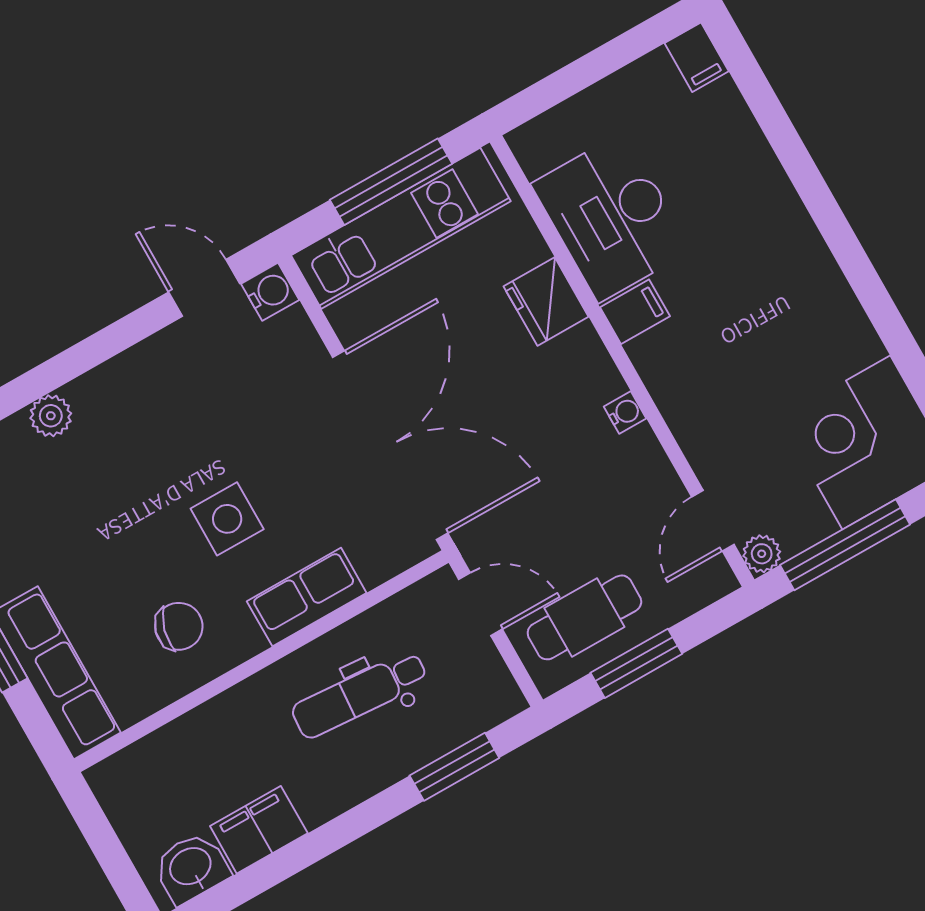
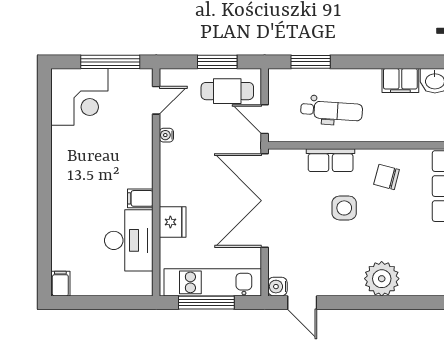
water cooler: (625, 412) -> (166, 135), moved
plant: (51, 416) -> (382, 279), width x1.87, depth x1.87
plant: (762, 554) -> (145, 77), removed

